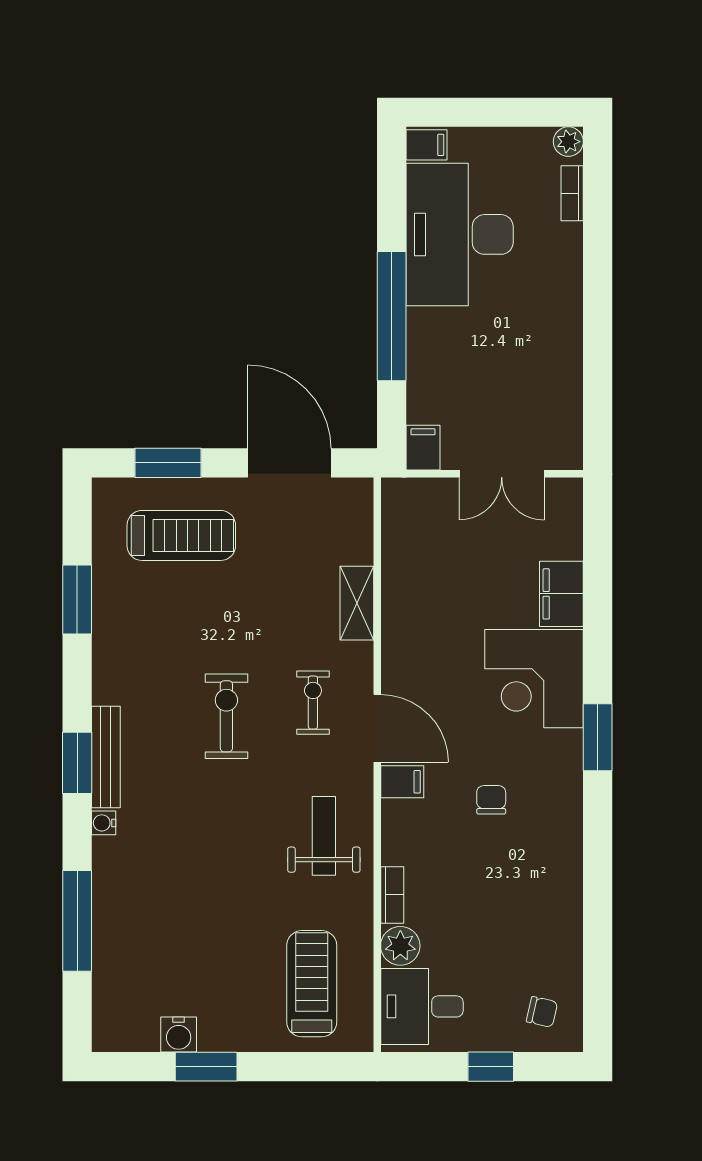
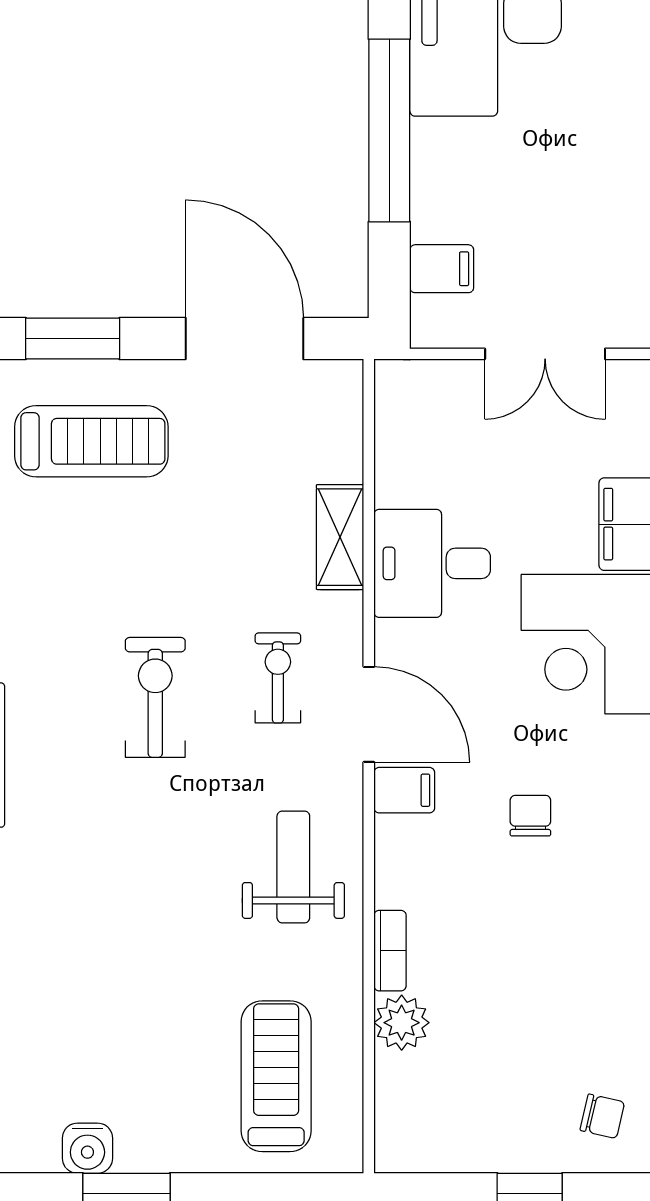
filing cabinet: (423, 448) -> (442, 269), moved, turned 90
desk: (422, 1006) -> (432, 563), moved

